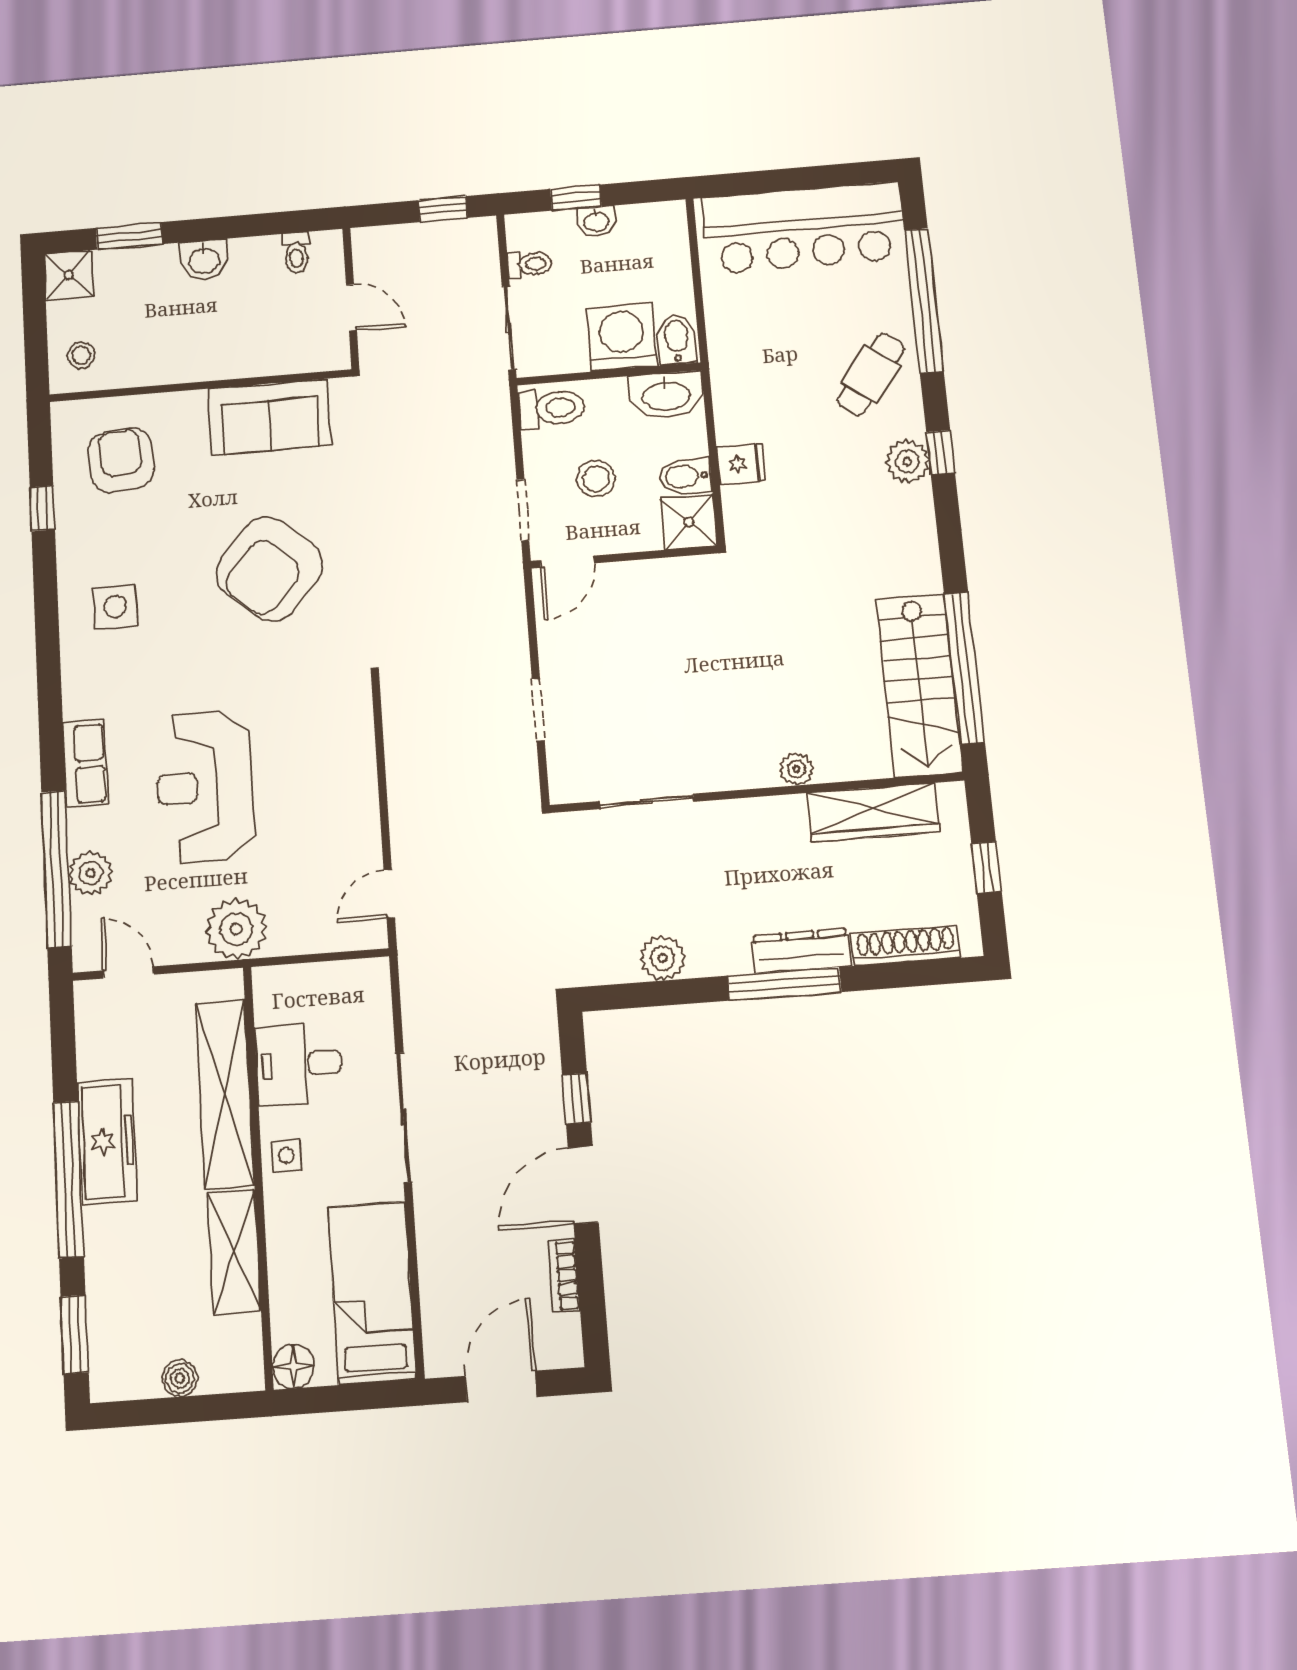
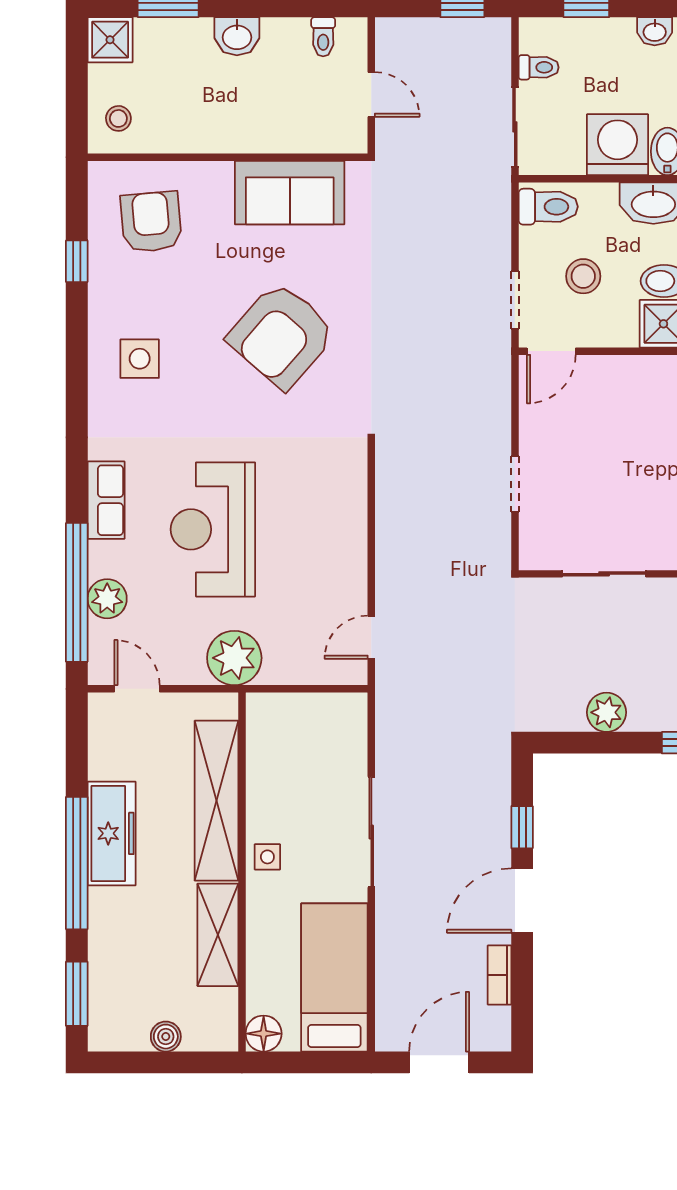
washbasin: (596, 221) -> (655, 31), moved
desk: (299, 1064) -> (283, 780), removed

